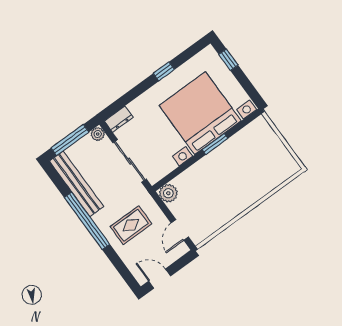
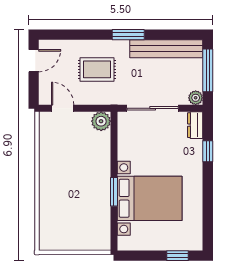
window: (164, 71) -> (208, 151), moved
bed with nightstands: (200, 113) -> (150, 198), width x0.73
window: (87, 221) -> (128, 35), width x0.47
rug: (131, 225) -> (97, 69), turned 90

